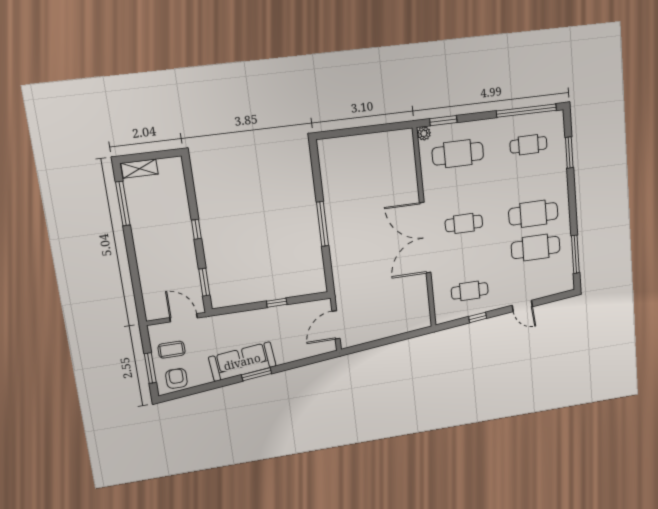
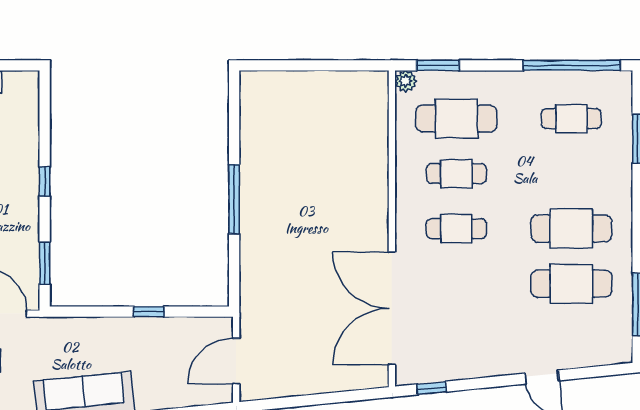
double door: (425, 238) -> (392, 308), moved
cafe table: (470, 291) -> (456, 174), moved
window: (478, 317) -> (432, 388), moved

